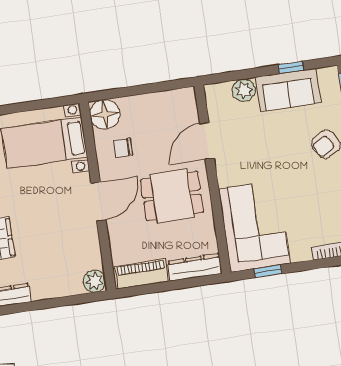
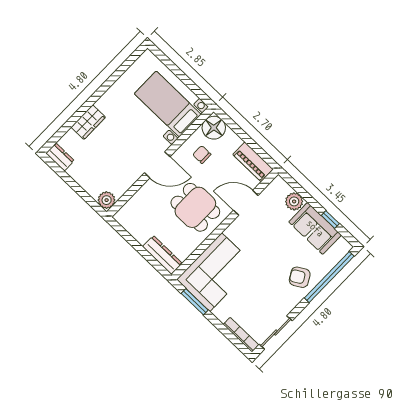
window: (268, 271) -> (195, 302), width x1.50
piano: (142, 274) -> (253, 162), moved, turned 180

